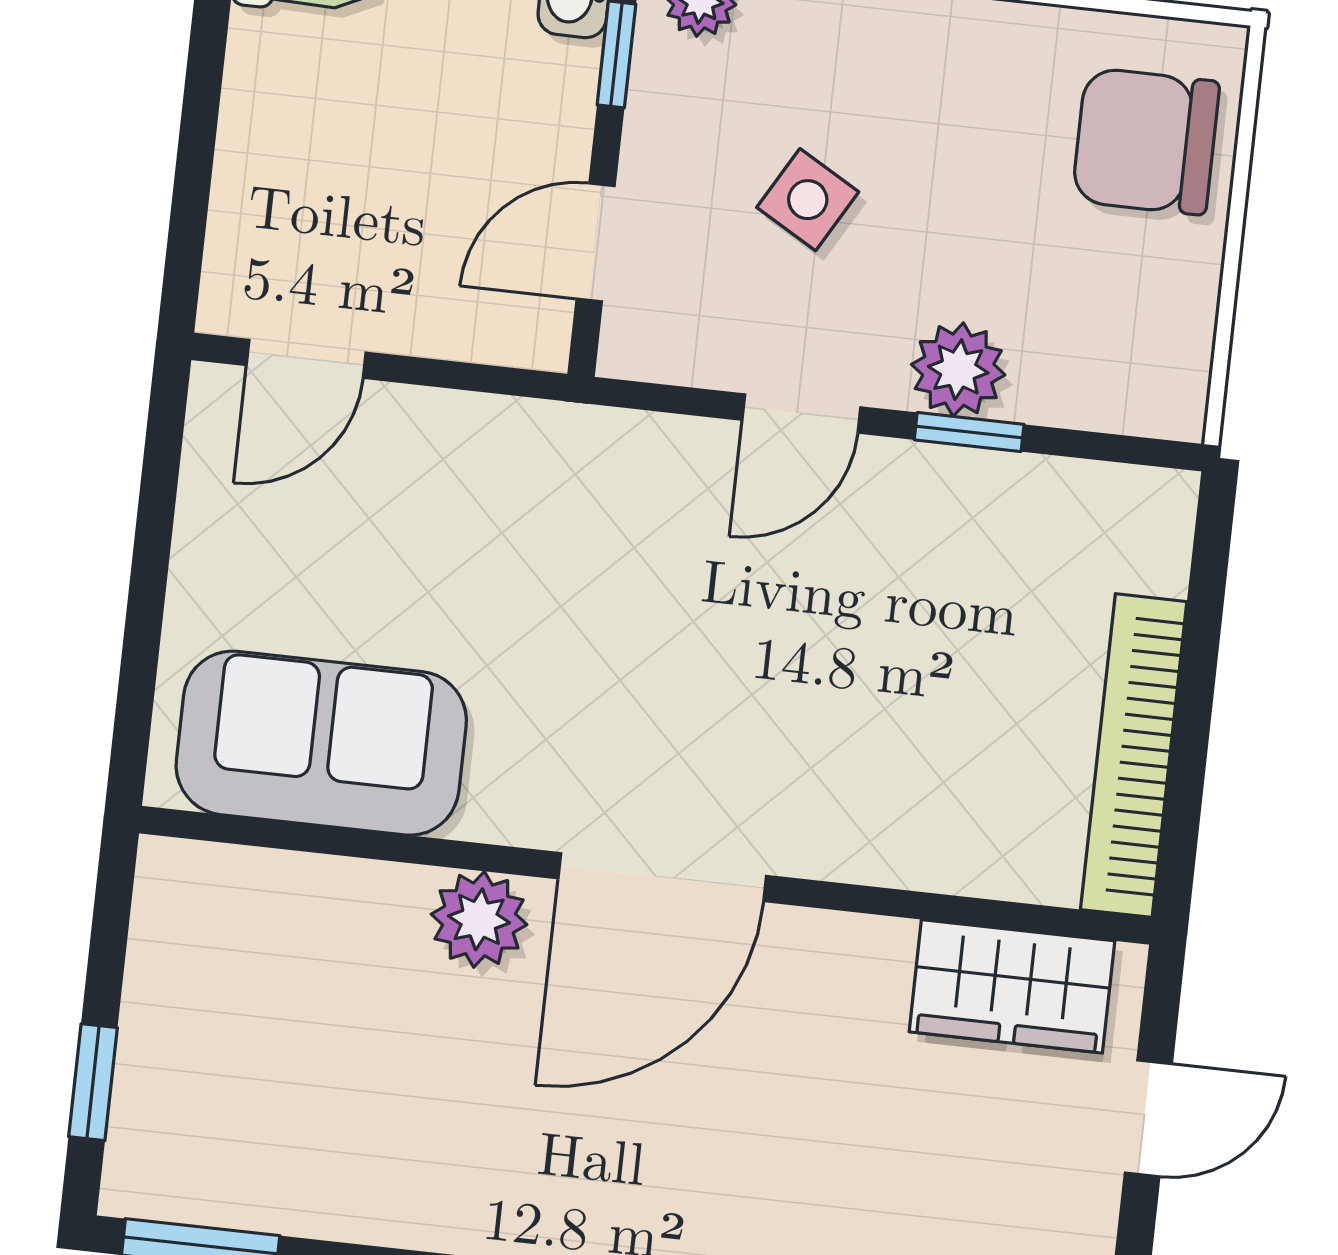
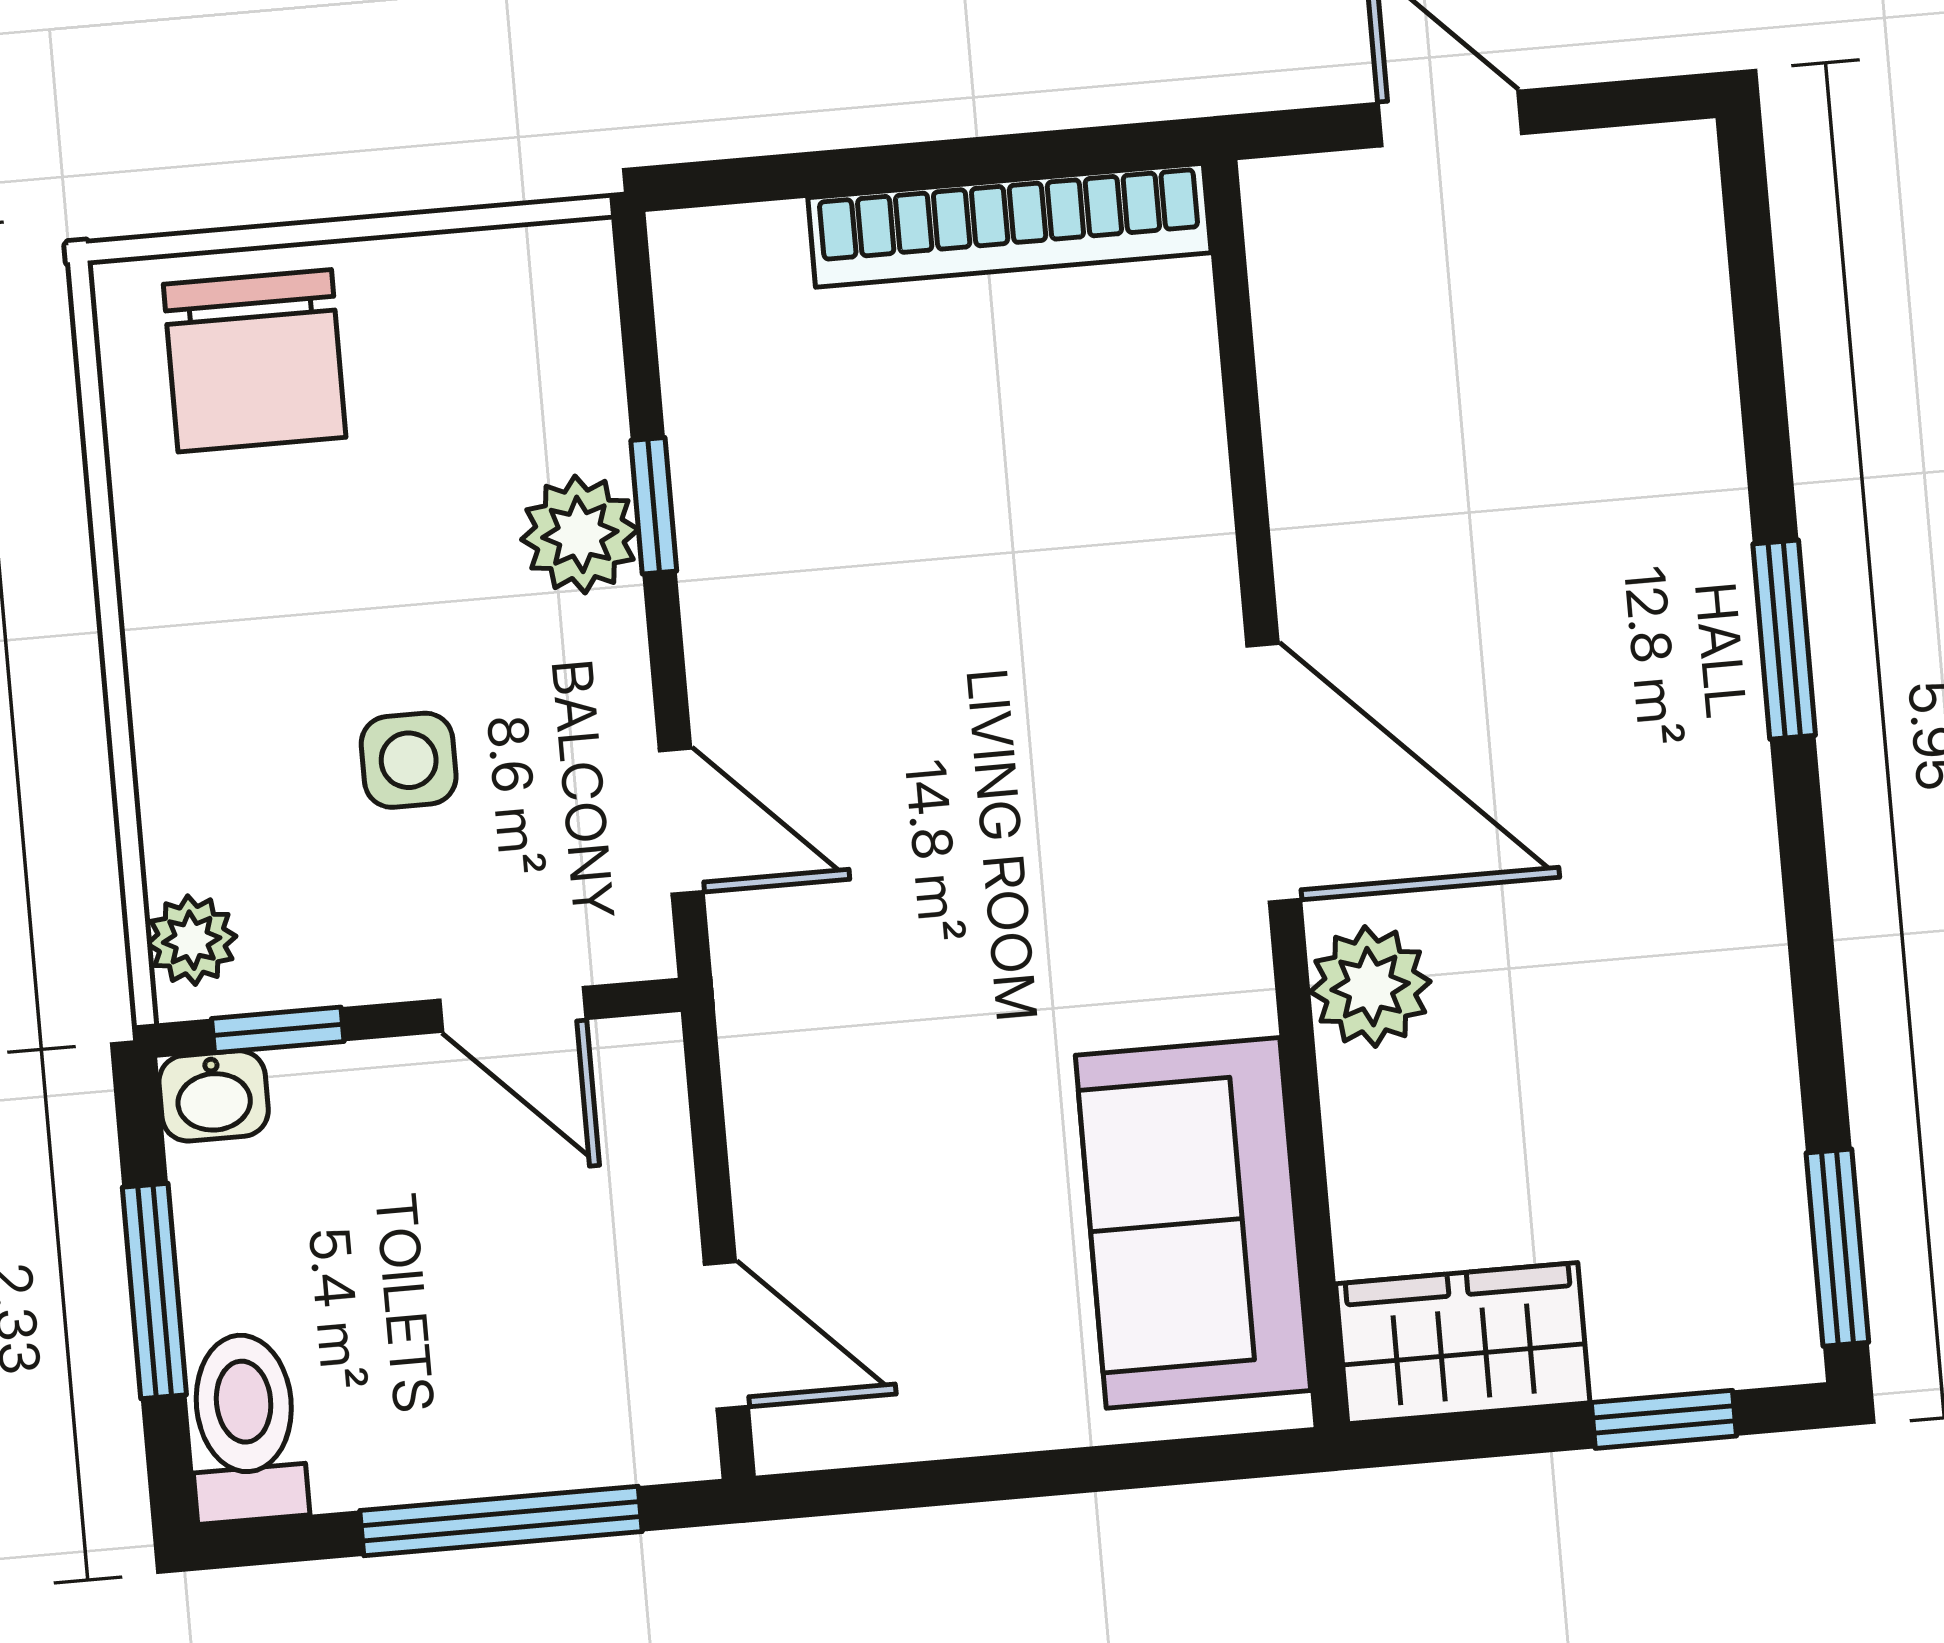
window: (196, 153) -> (501, 1521), added
side table: (808, 200) -> (409, 760), turned -30
door: (801, 414) -> (681, 821), moved
wardrobe: (1012, 986) -> (1463, 1343), moved, turned -90

